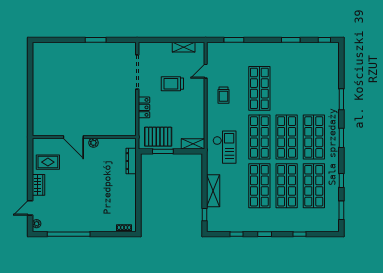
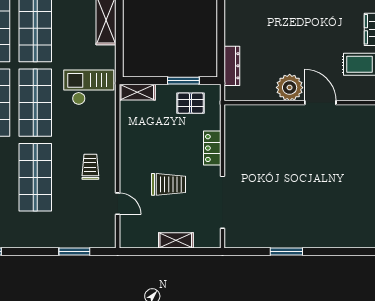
shelving: (184, 47) -> (176, 240), moved
door: (206, 71) -> (118, 204), hinge flipped
pallet: (158, 137) -> (190, 103), width x0.67, depth x0.71
plant: (93, 143) -> (290, 88), width x1.88, depth x1.88
checkout: (225, 147) -> (89, 87), turned 90

